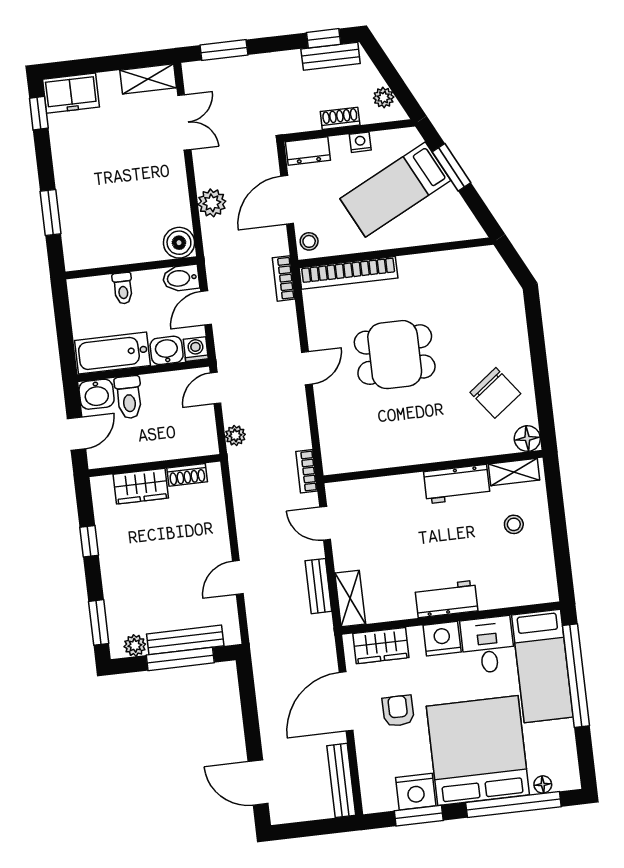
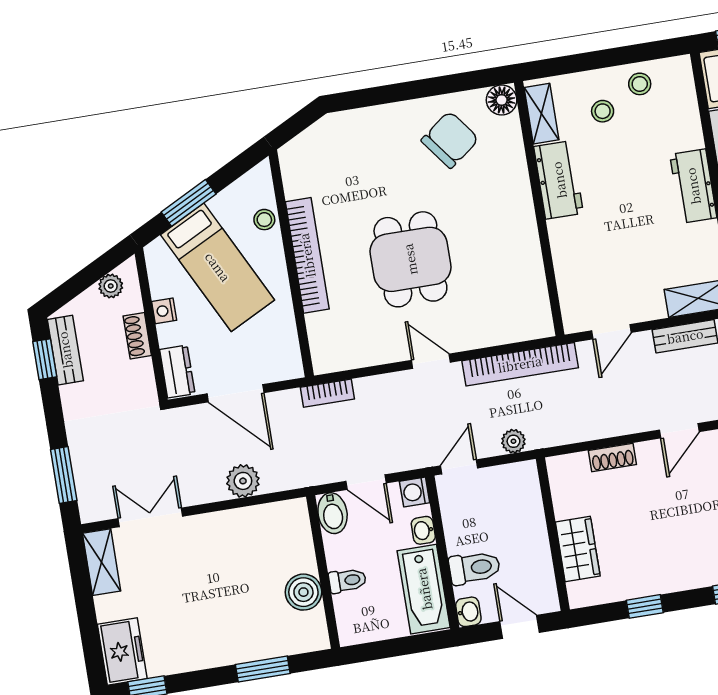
stool: (309, 241) -> (264, 220), moved
boiler: (179, 243) -> (303, 592), moved
bookcase: (348, 273) -> (307, 255), moved
washbasin: (167, 350) -> (423, 530), width x0.72, depth x0.69
door: (216, 388) -> (459, 467), swing flipped
washbasin: (97, 394) -> (468, 612), width x0.72, depth x0.69
bookcase: (307, 471) -> (520, 364), width x2.31, depth x1.31
shoe rack: (187, 475) -> (612, 457), moved, turned 90
stool: (536, 557) -> (640, 84), added
door: (238, 577) -> (679, 431), hinge flipped

